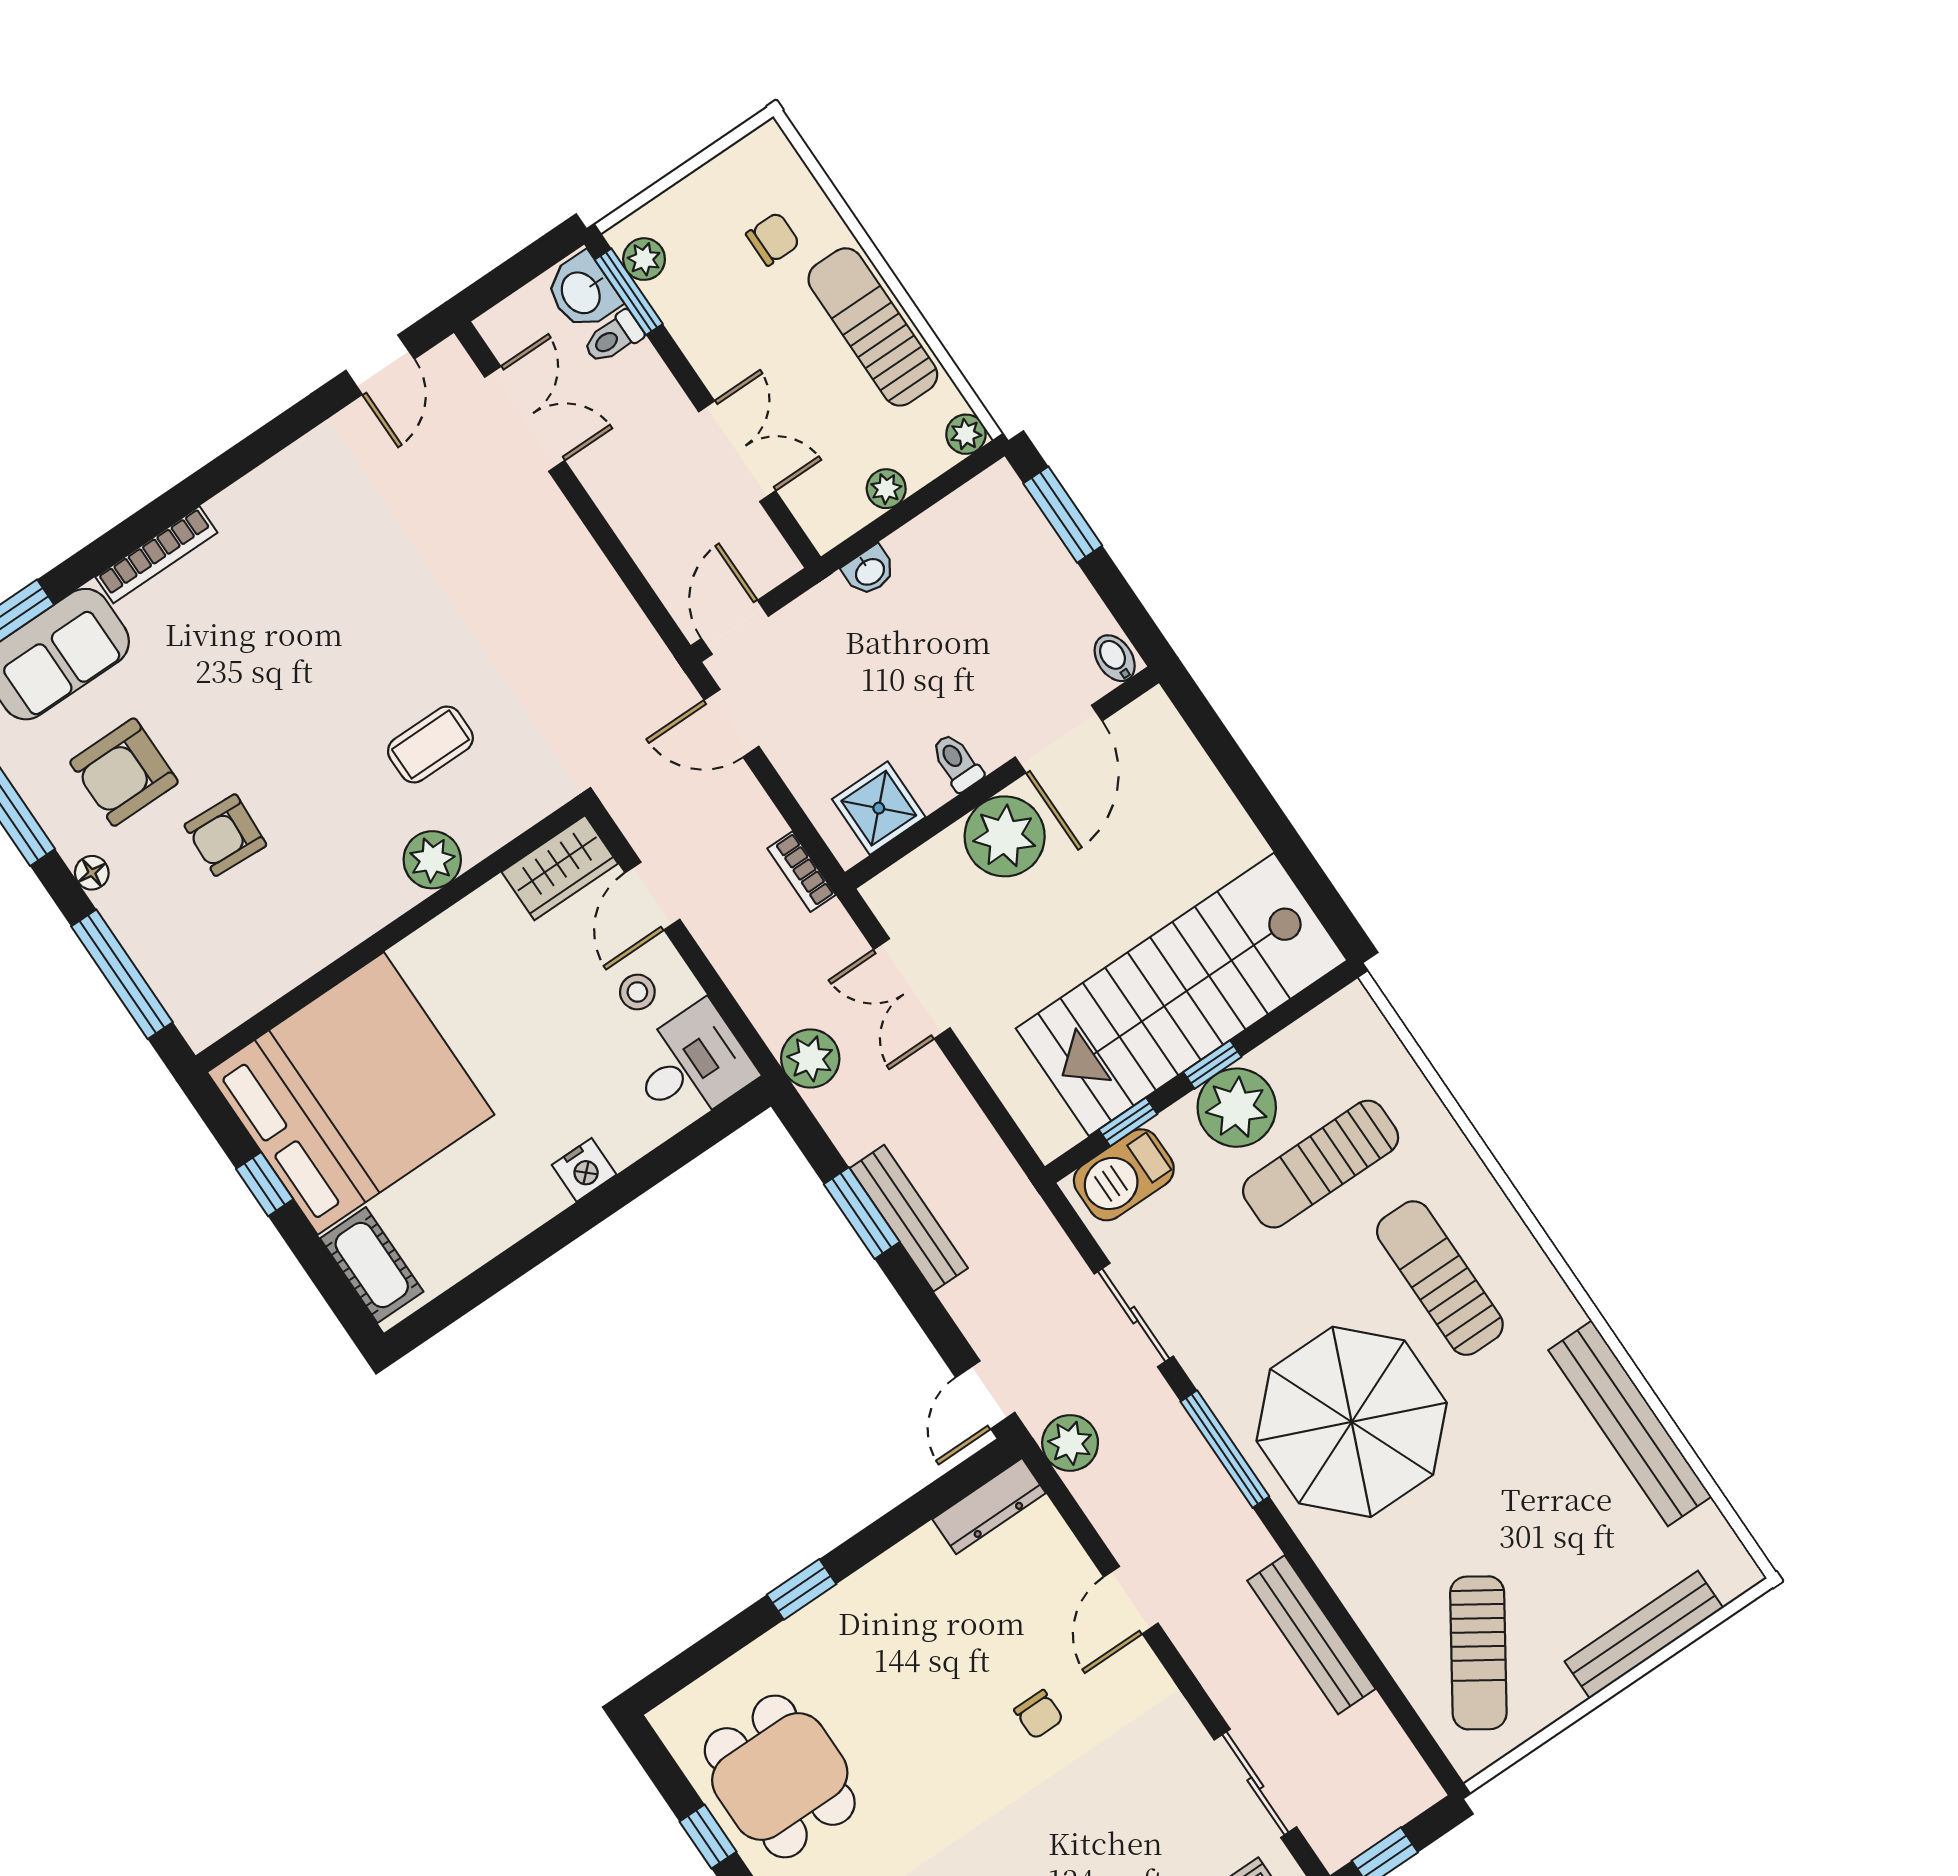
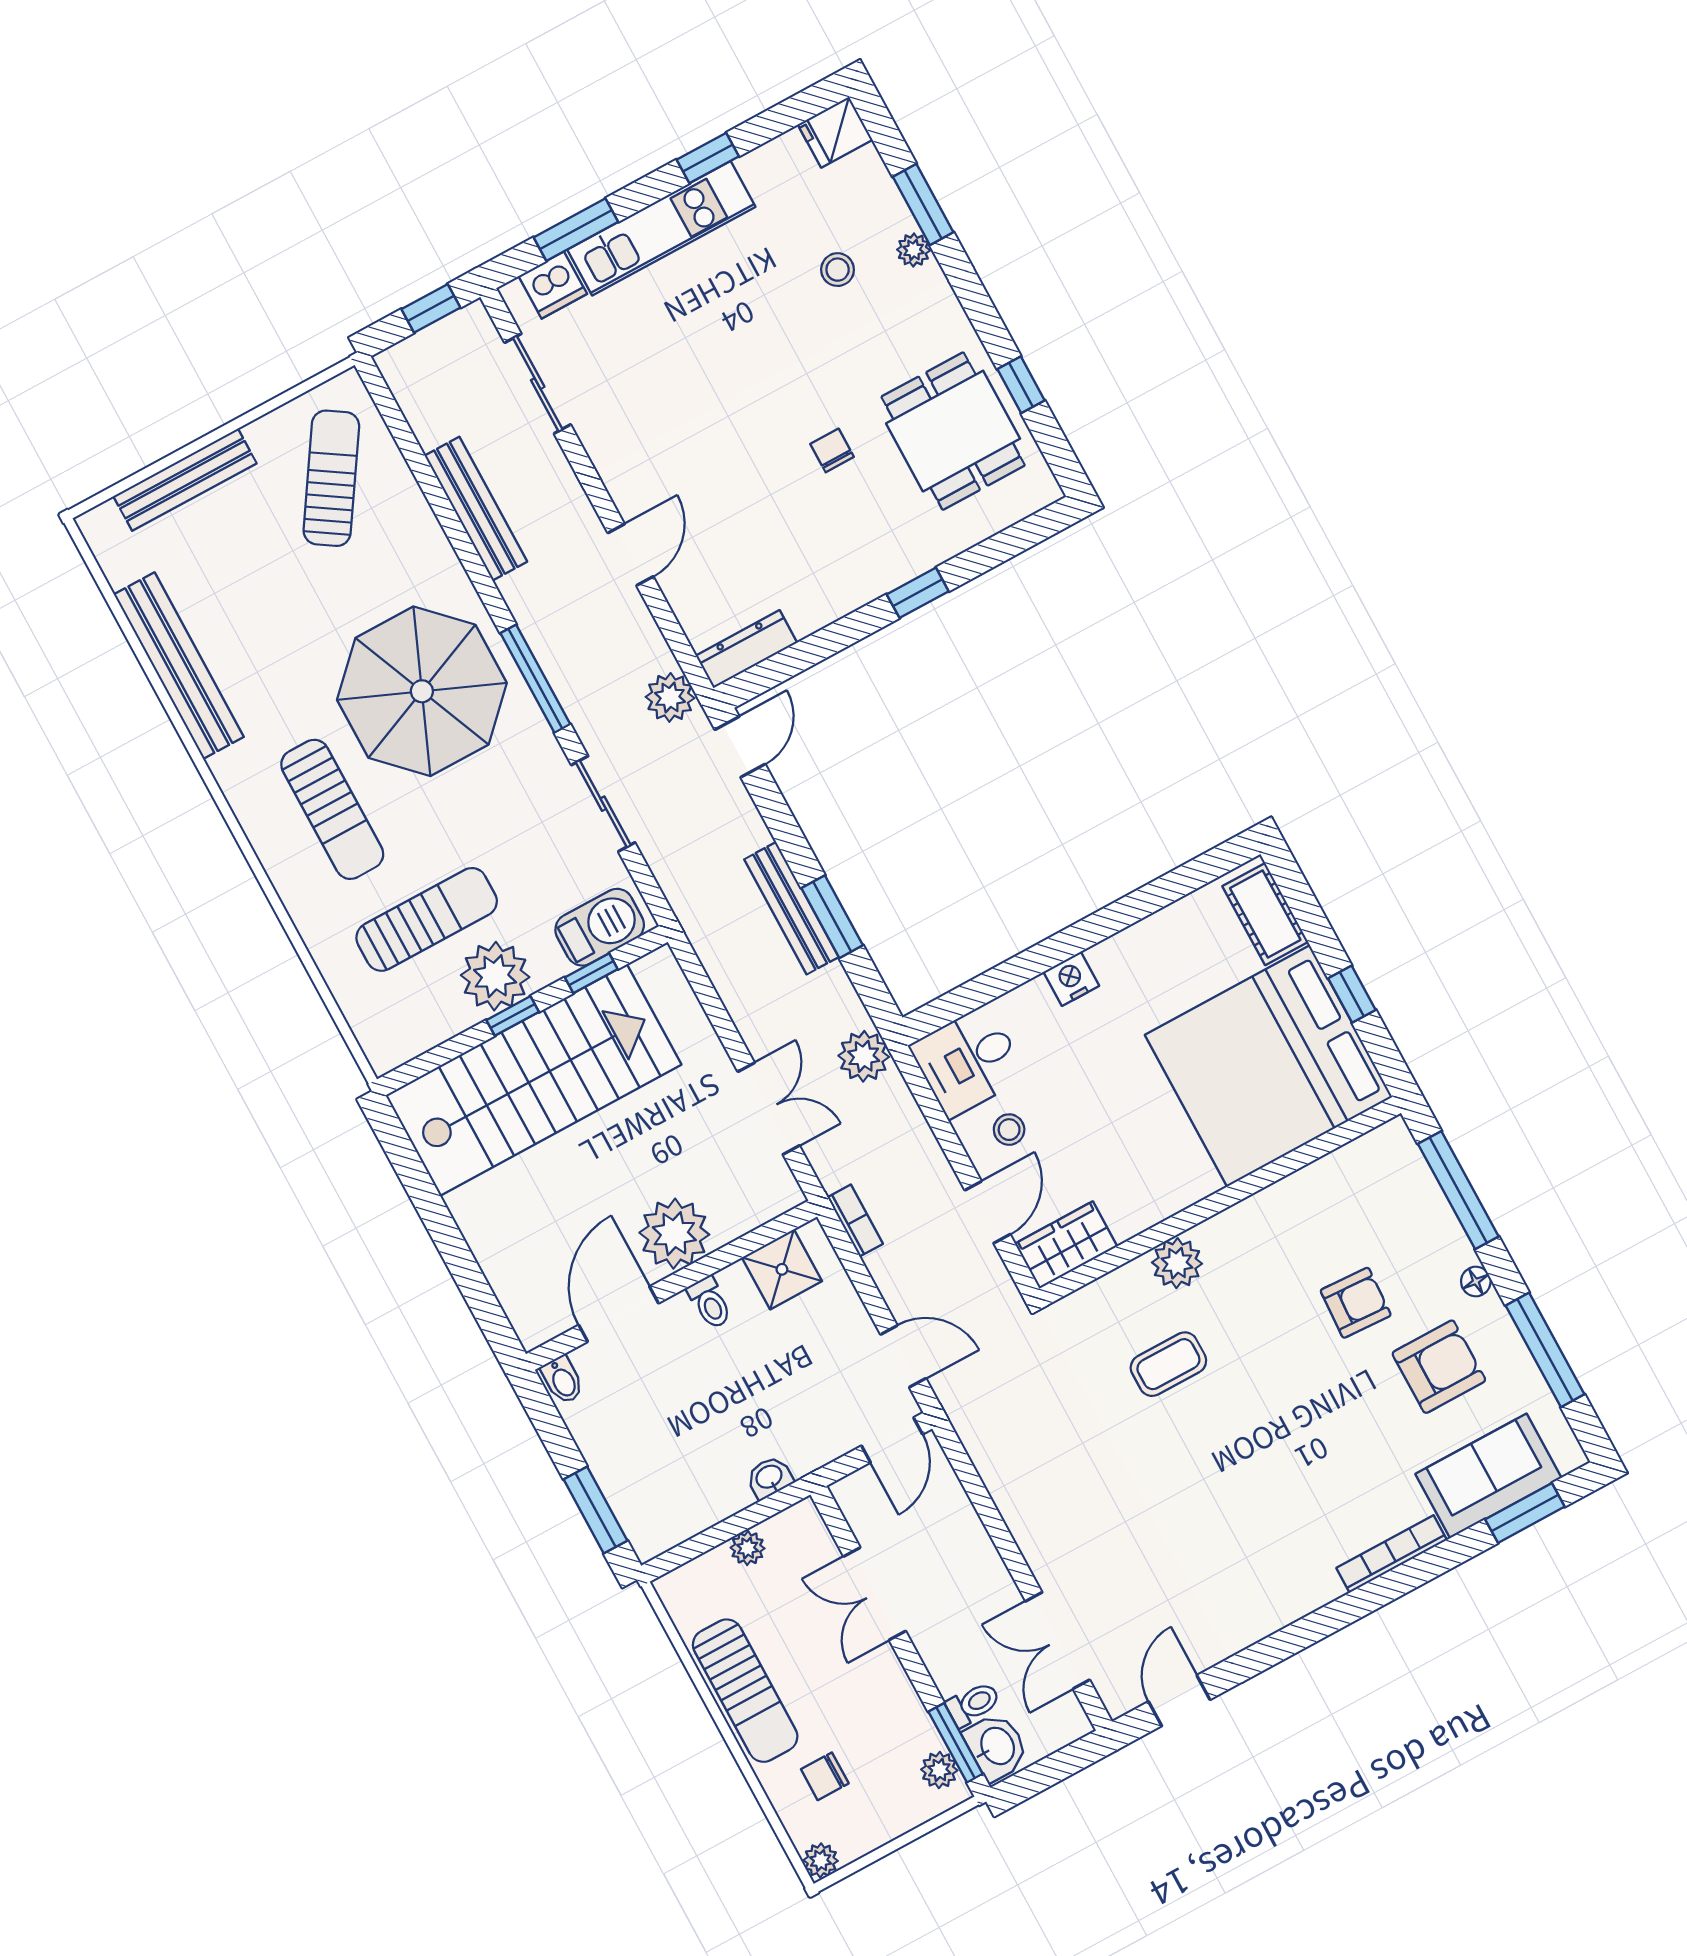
plant: (966, 434) -> (821, 1860), moved
chair: (1039, 1714) -> (832, 450), moved

